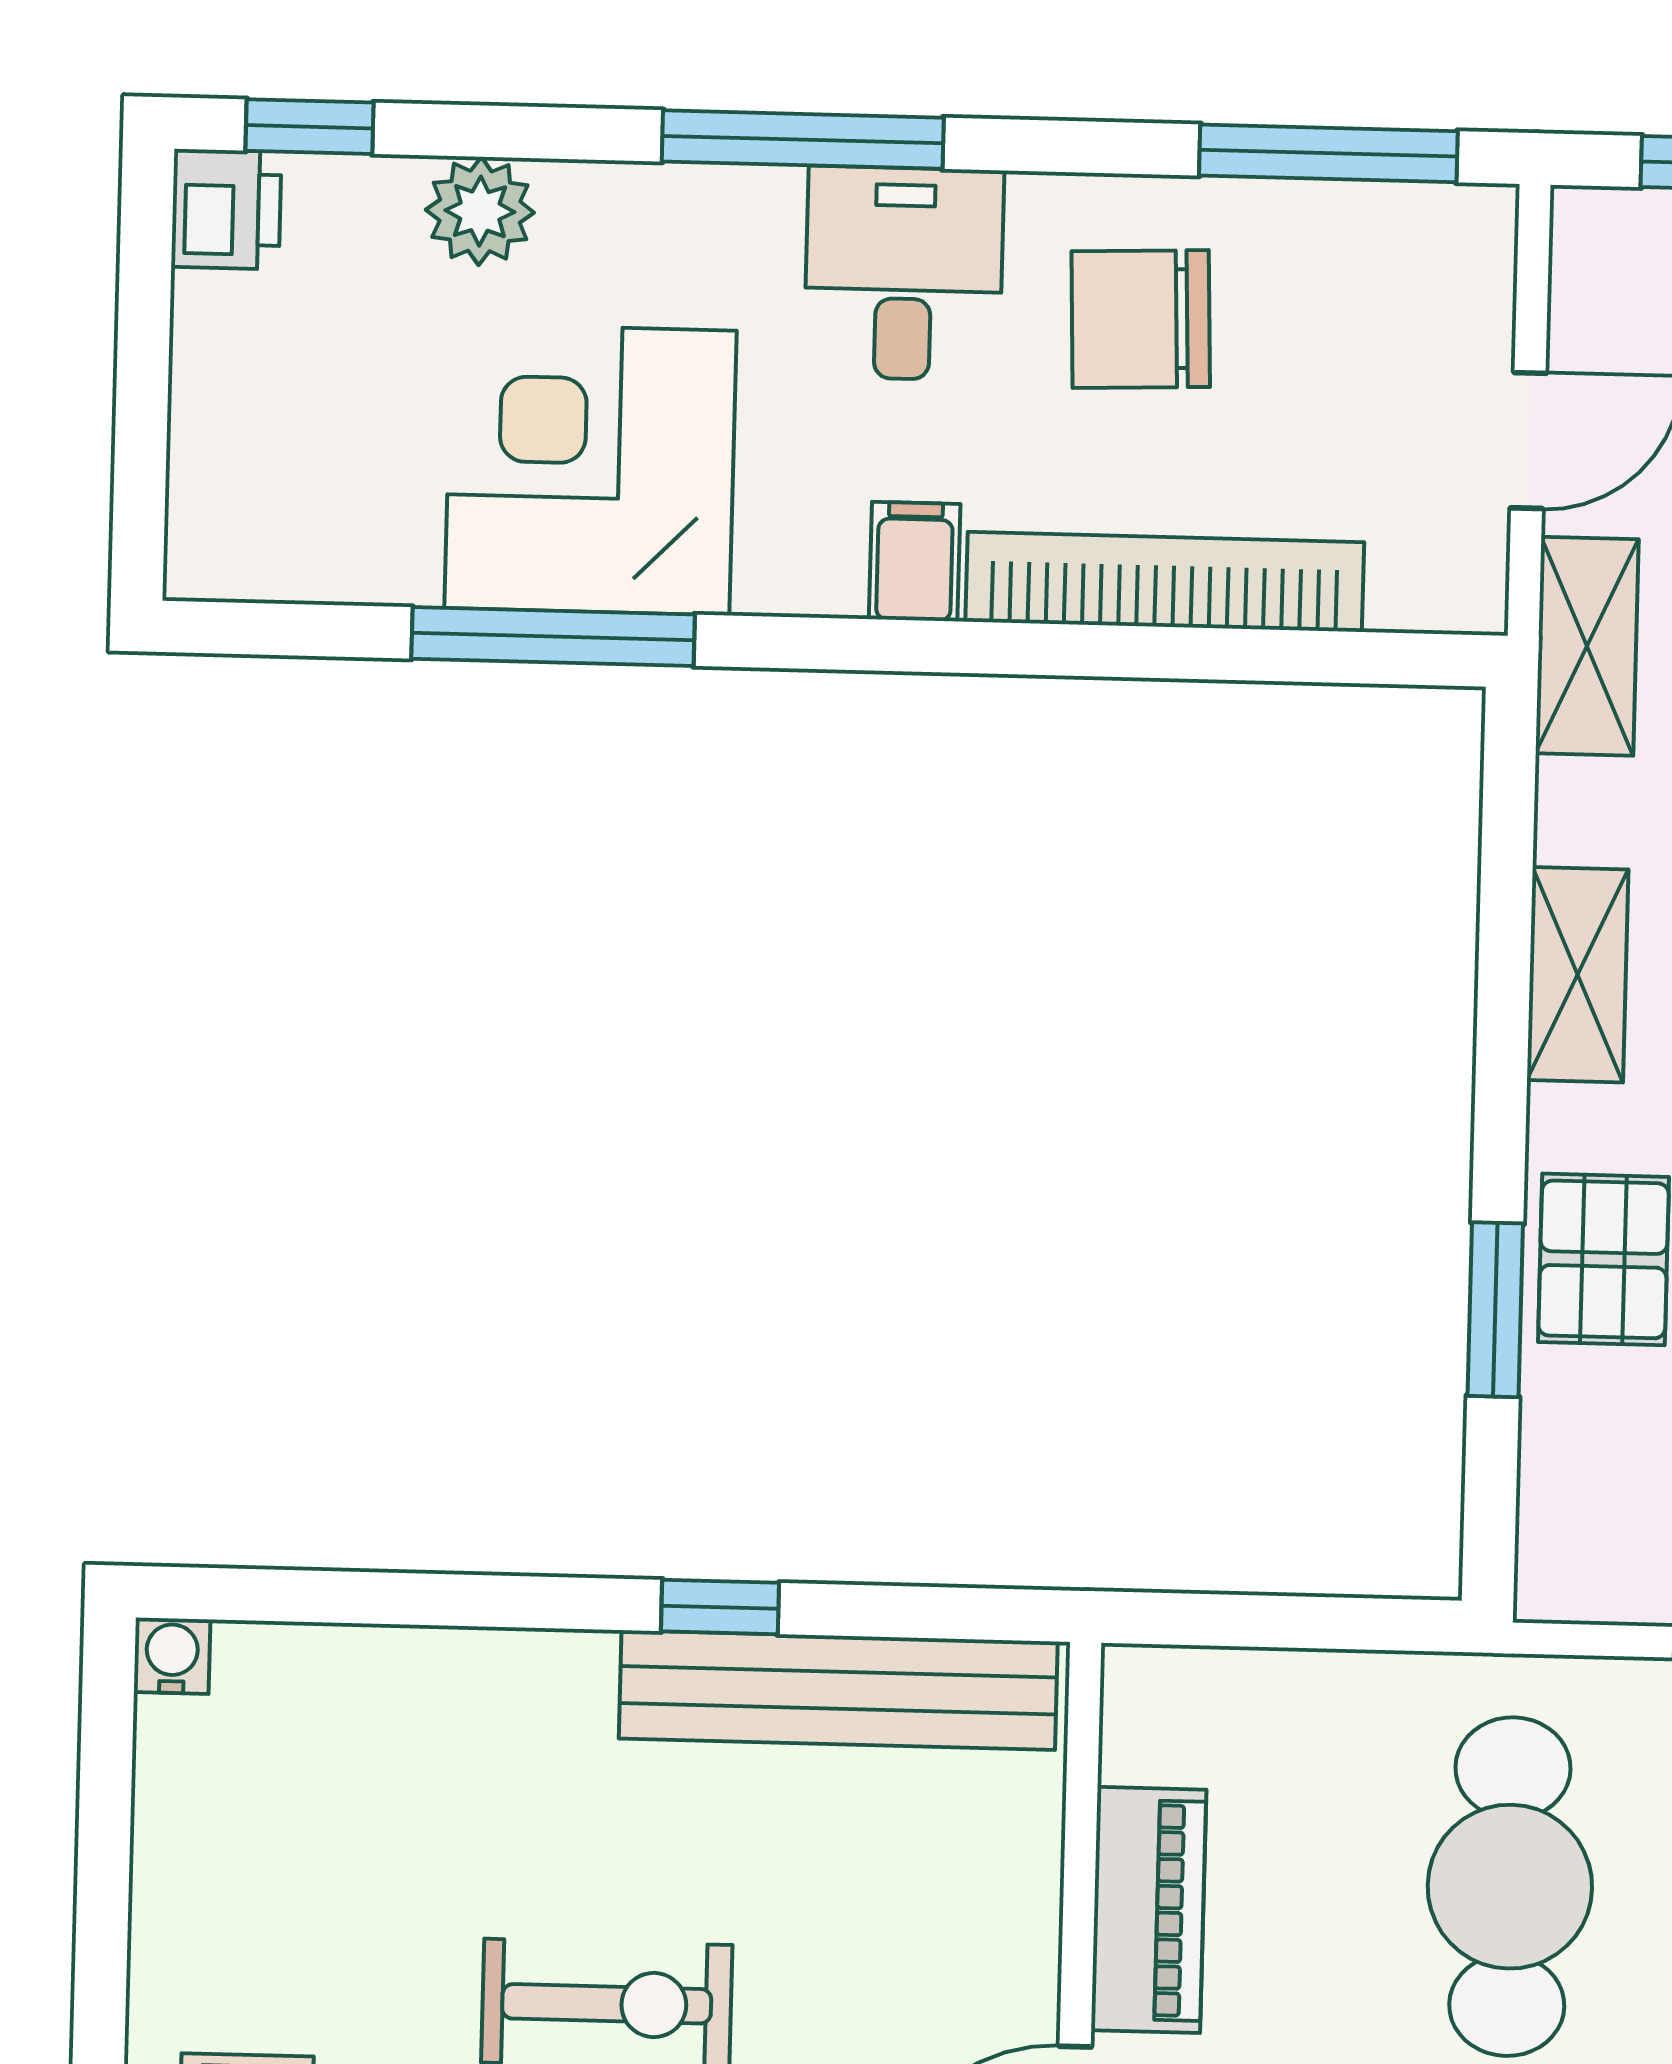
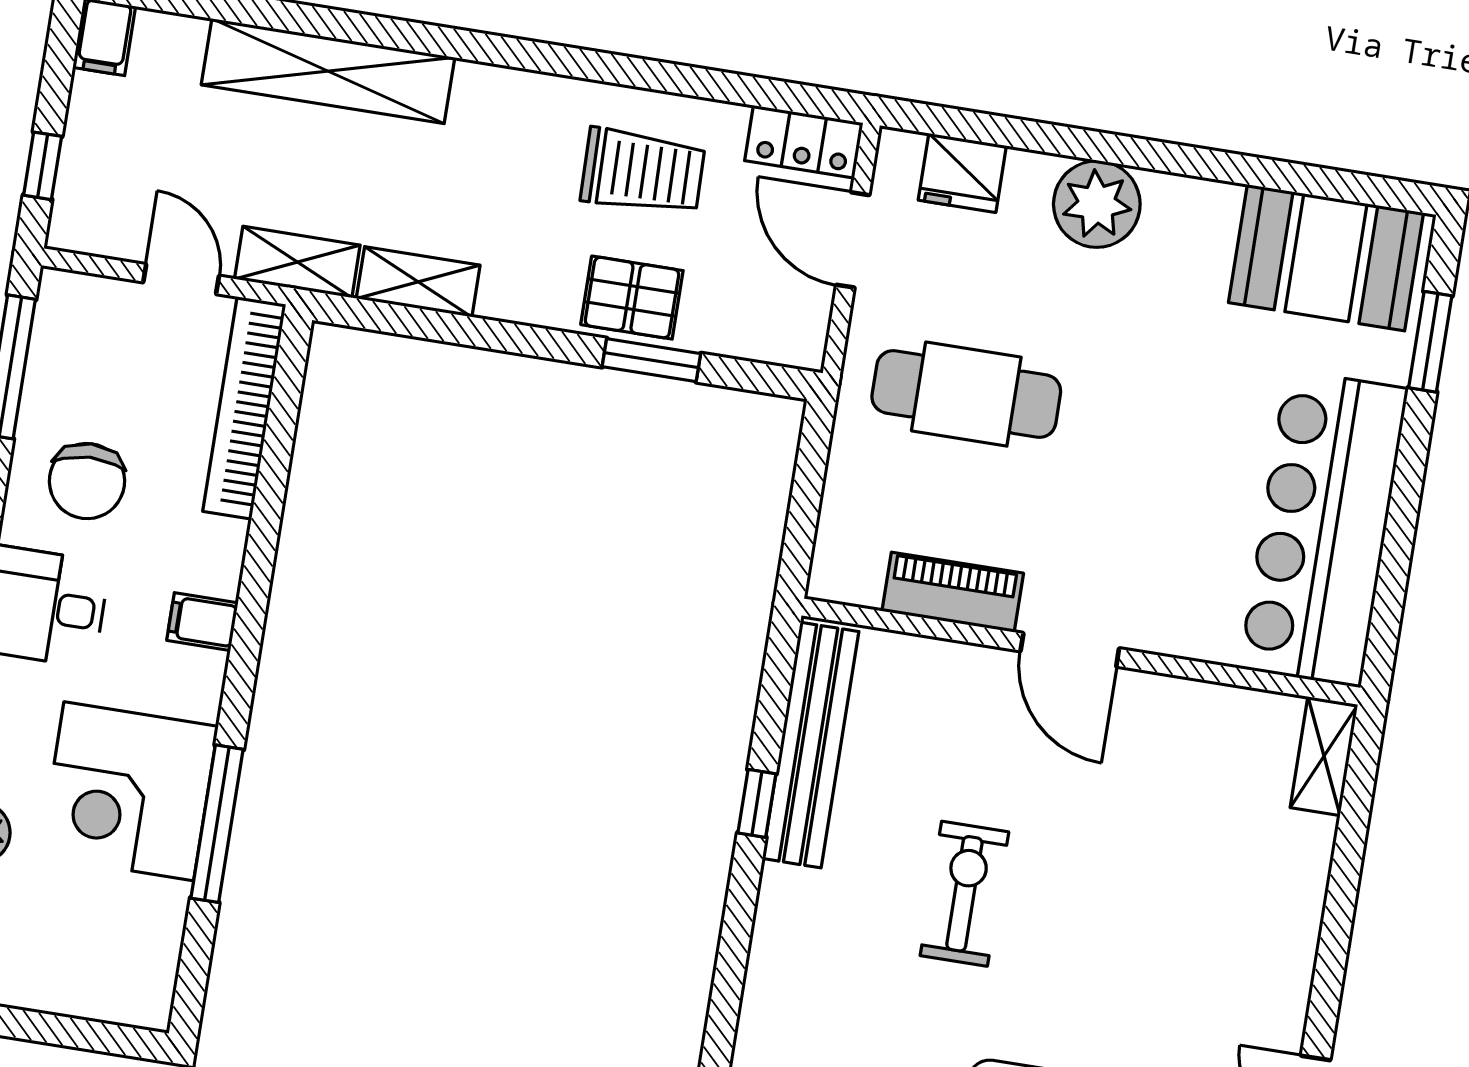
bookcase: (1165, 582) -> (244, 408), moved
shelving: (1578, 975) -> (418, 282), moved

